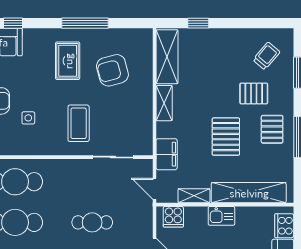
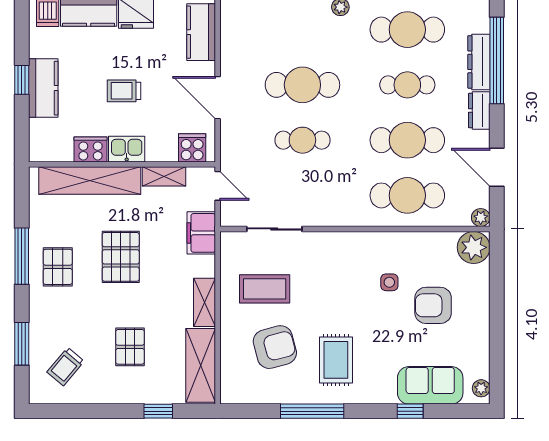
pallet: (254, 93) -> (130, 347), moved, turned 90
coffee table: (79, 123) -> (265, 289), moved, turned 90
cooker: (284, 226) -> (91, 149), moved, turned -90

